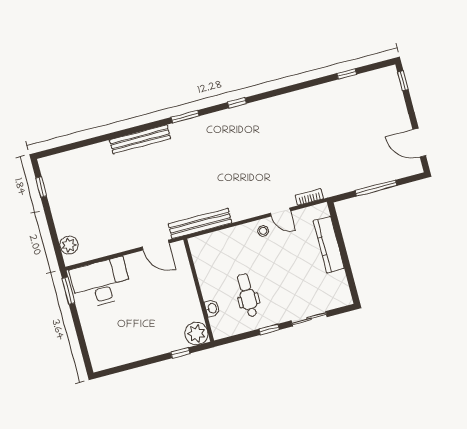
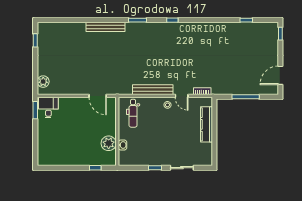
door: (419, 143) -> (280, 75), hinge flipped
bench: (200, 223) -> (153, 90), moved
desk: (101, 283) -> (48, 108), width x0.53, depth x0.77
dental chair: (247, 295) -> (133, 113), moved, turned 180
plant: (196, 333) -> (109, 143), moved

